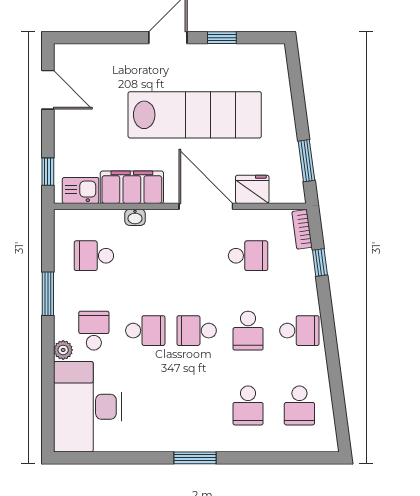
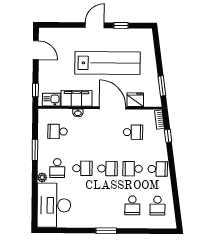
school desk: (94, 331) -> (57, 168), turned 180
school desk: (197, 331) -> (108, 169), turned 180
school desk: (248, 331) -> (133, 169), turned 90

